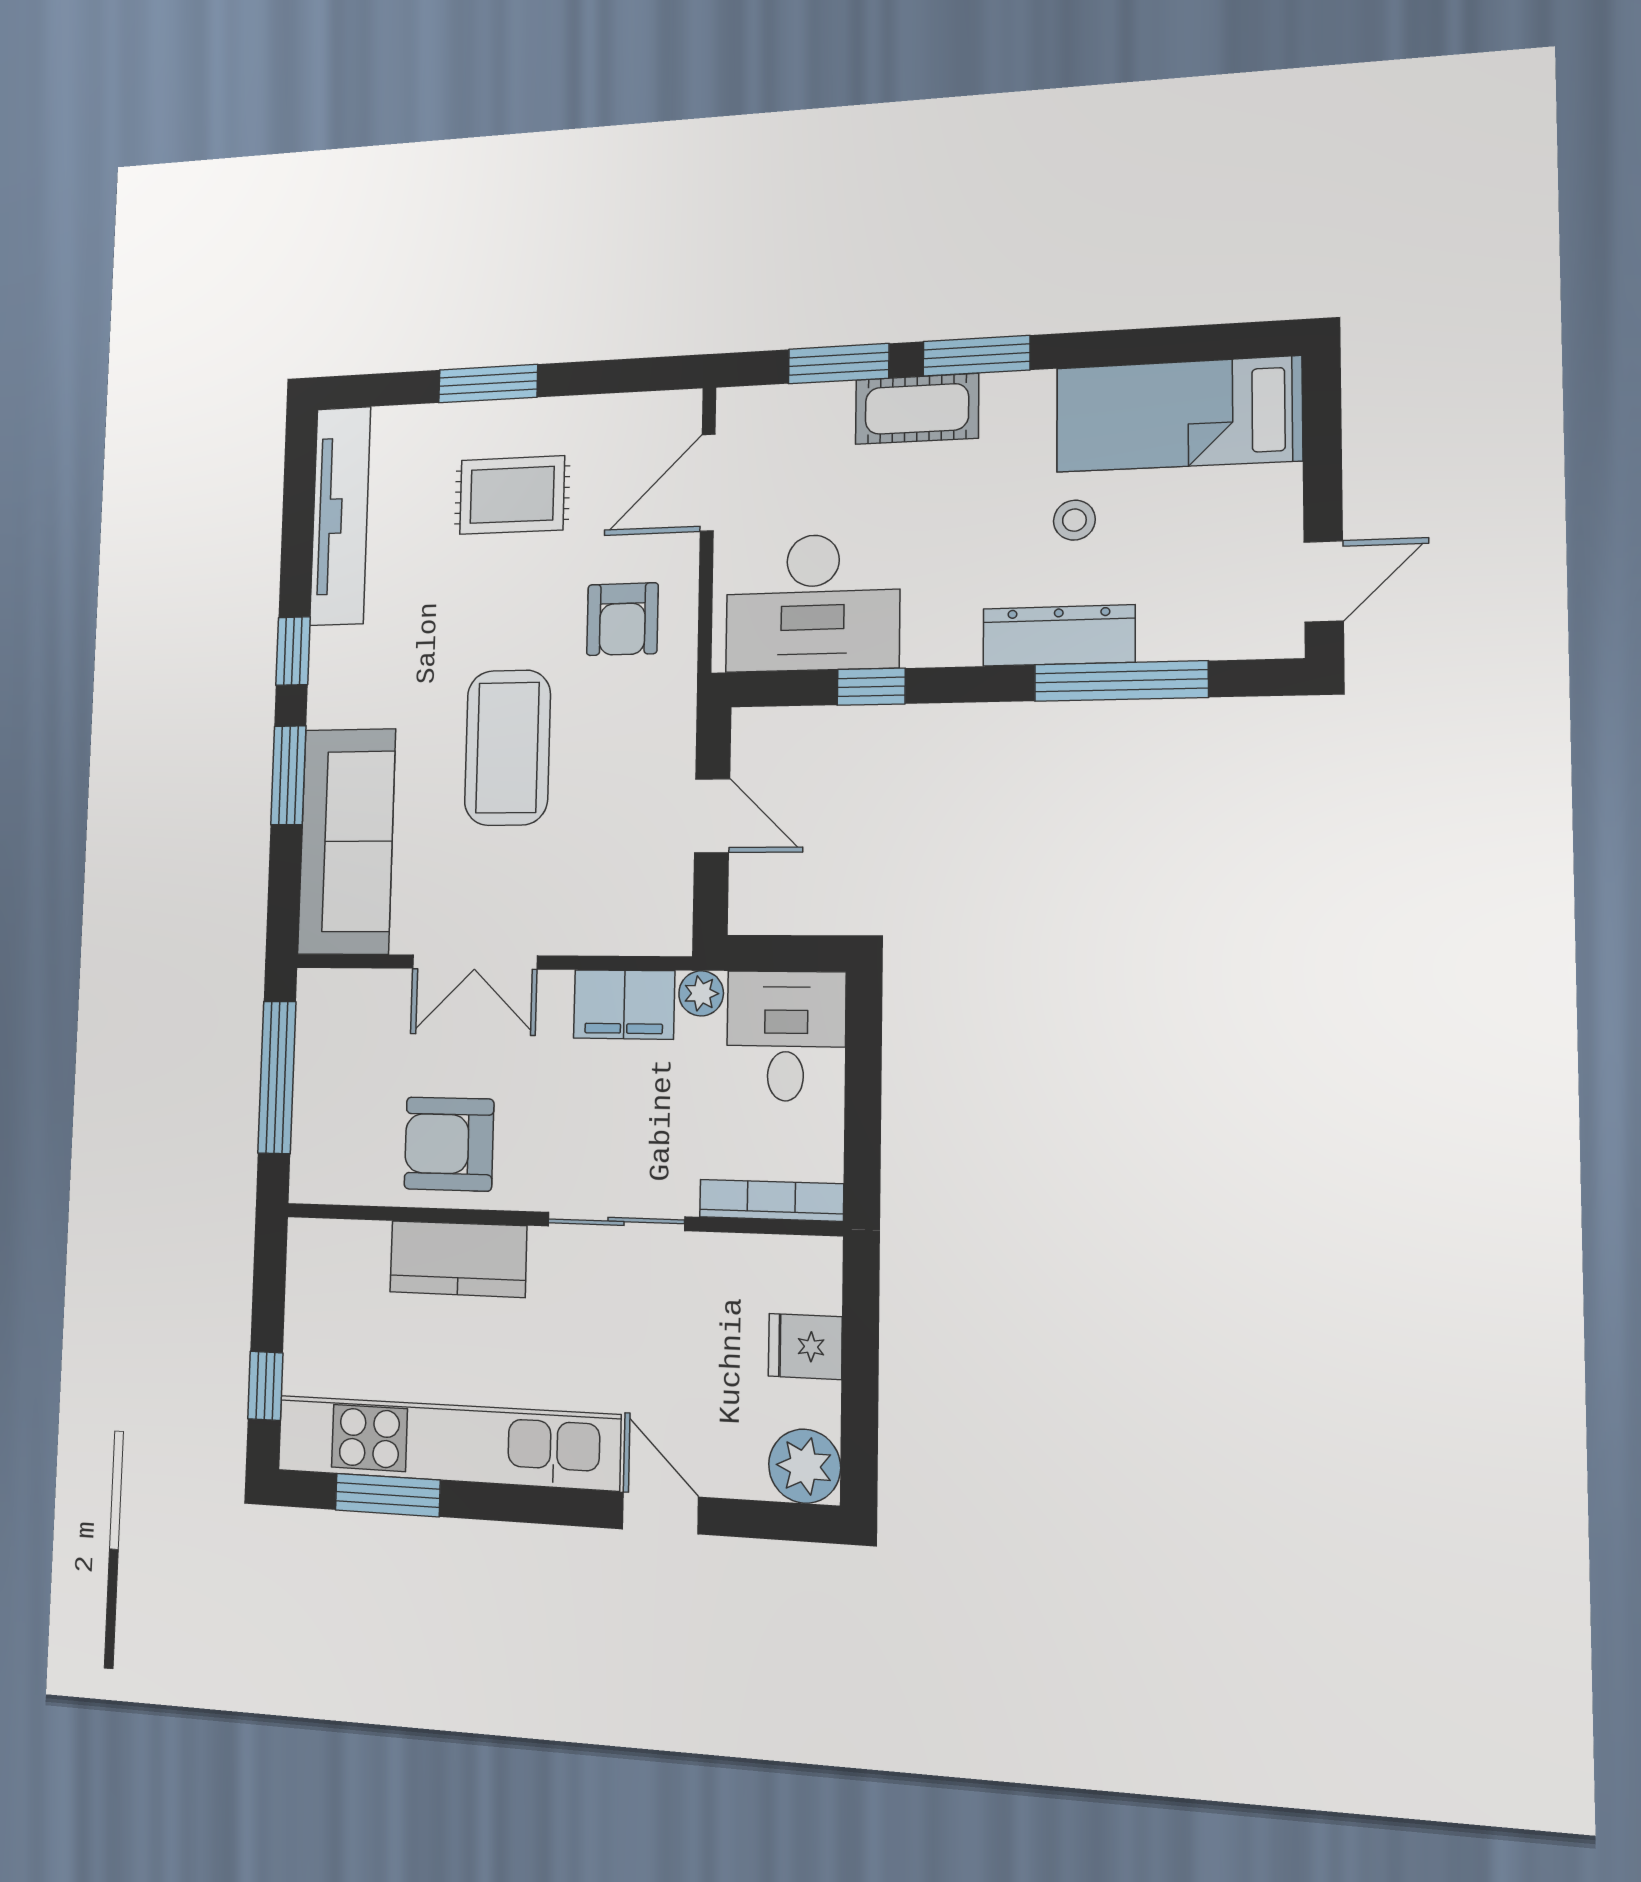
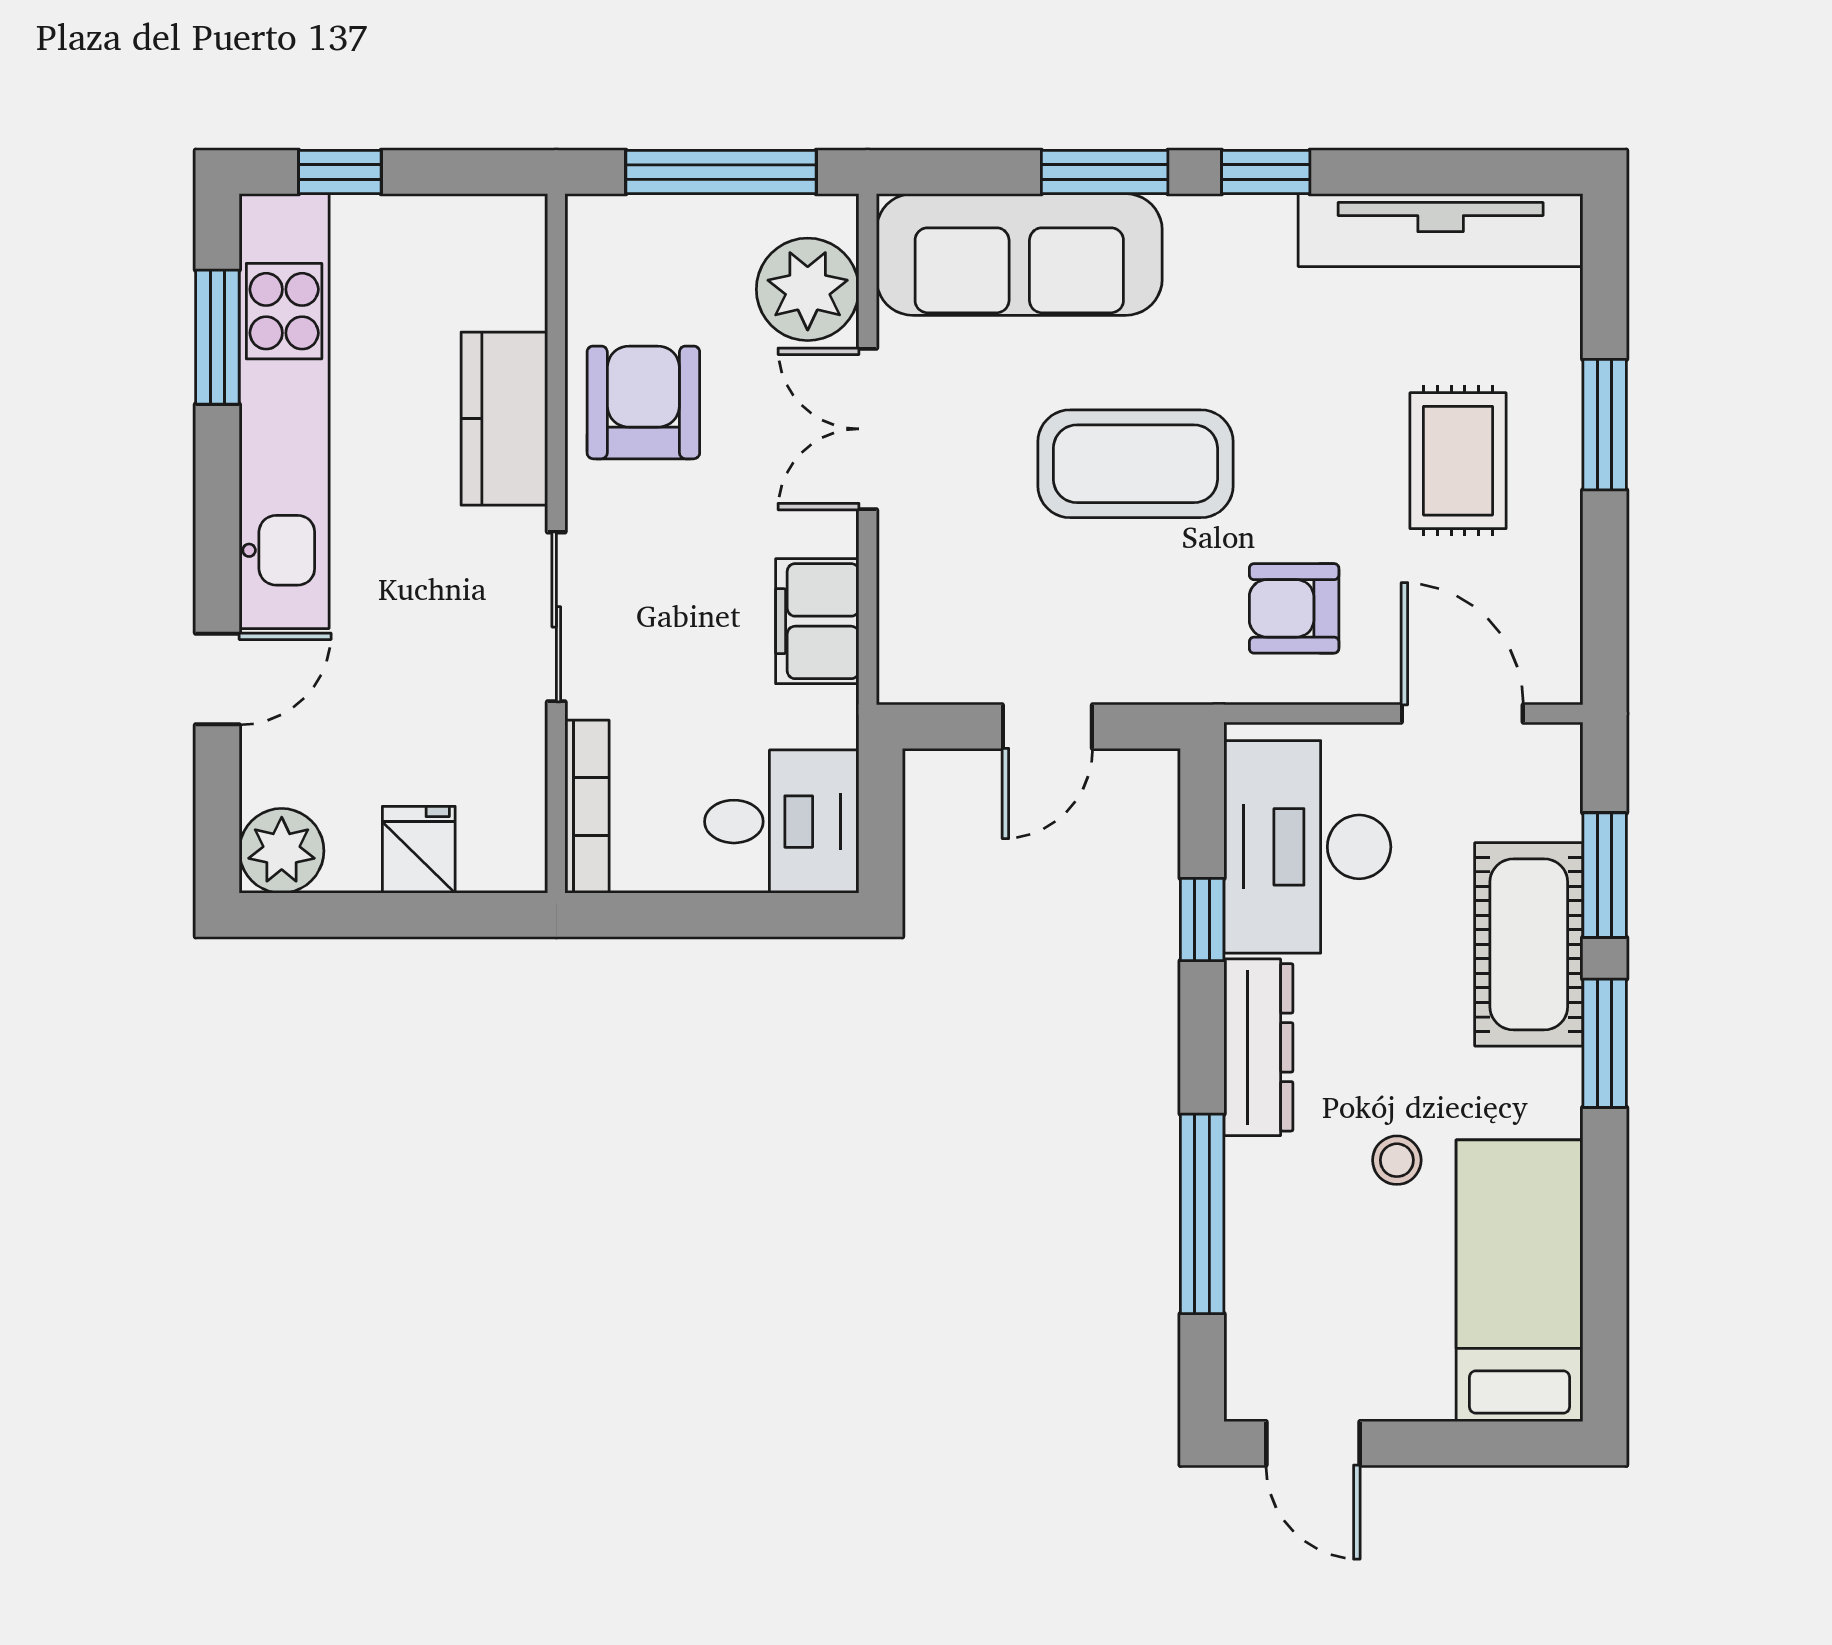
cot: (917, 409) -> (1529, 944), width x1.37, depth x1.34
dresser: (1059, 635) -> (1258, 1047), moved
plant: (701, 993) -> (808, 289), moved, width x1.87, depth x1.87

